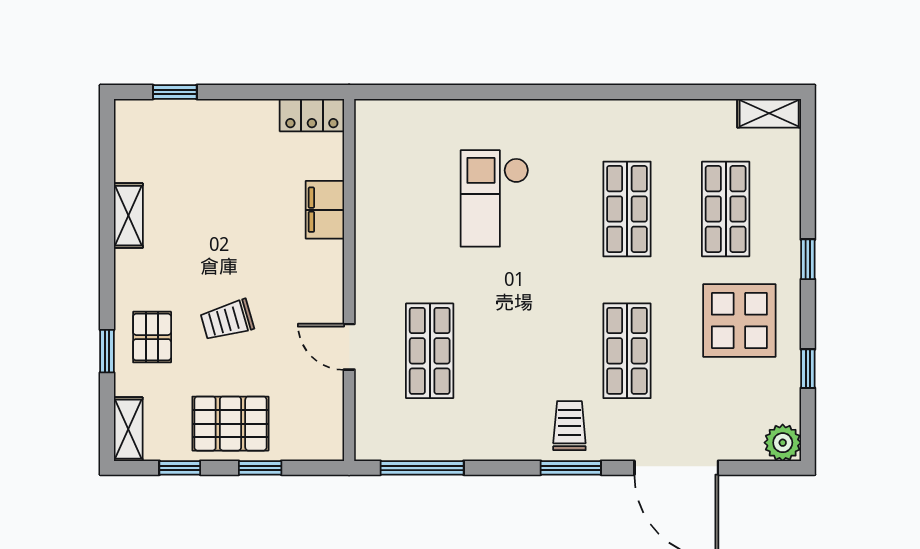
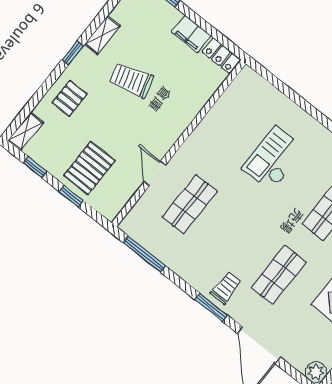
filing cabinet: (325, 210) -> (191, 34), moved, turned -90
trolley: (227, 320) -> (131, 80), moved, width x1.36, depth x1.39
window: (107, 351) -> (73, 53), moved
pallet: (230, 424) -> (89, 168), moved, turned 90

